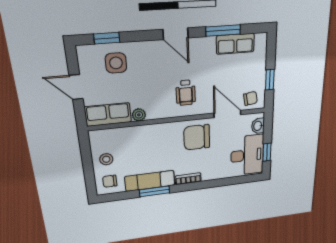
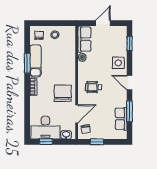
door: (176, 34) -> (129, 83), hinge flipped
side table: (116, 63) -> (118, 63), moved

